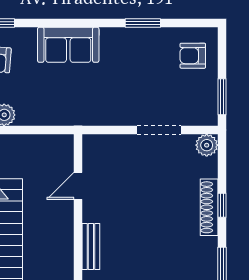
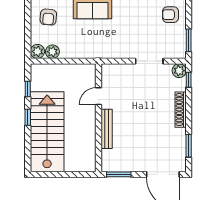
window: (222, 205) -> (189, 80), moved
bench: (91, 246) -> (107, 129), width x1.36

